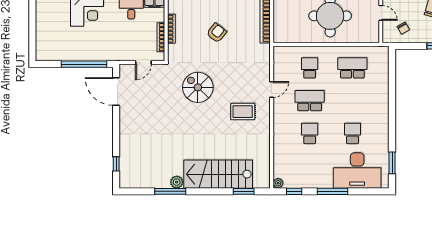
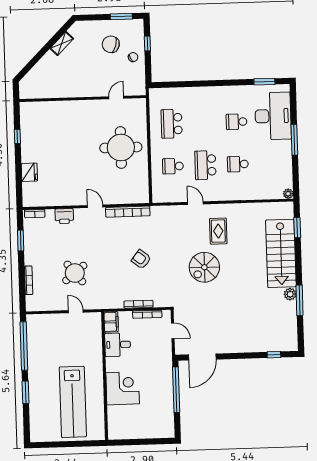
chair: (403, 28) -> (133, 57), moved
spiral stairs: (198, 87) -> (204, 267), moved
window: (294, 191) -> (296, 178), removed

